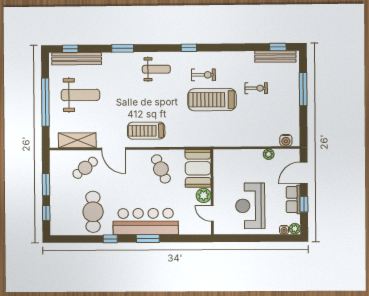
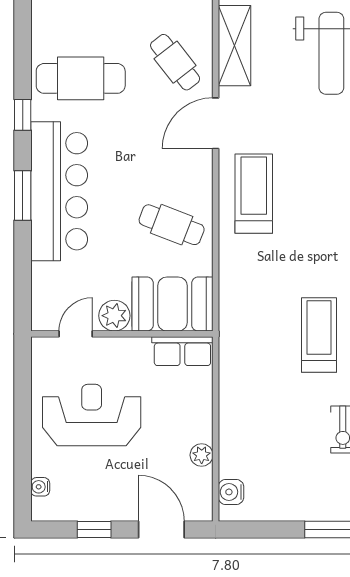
treadmill: (212, 100) -> (319, 335), width x0.73, depth x0.73
cafe table: (161, 169) -> (172, 225), turned 45
row of seats: (293, 200) -> (182, 351), moved, turned 180
plant: (295, 229) -> (42, 510), removed

